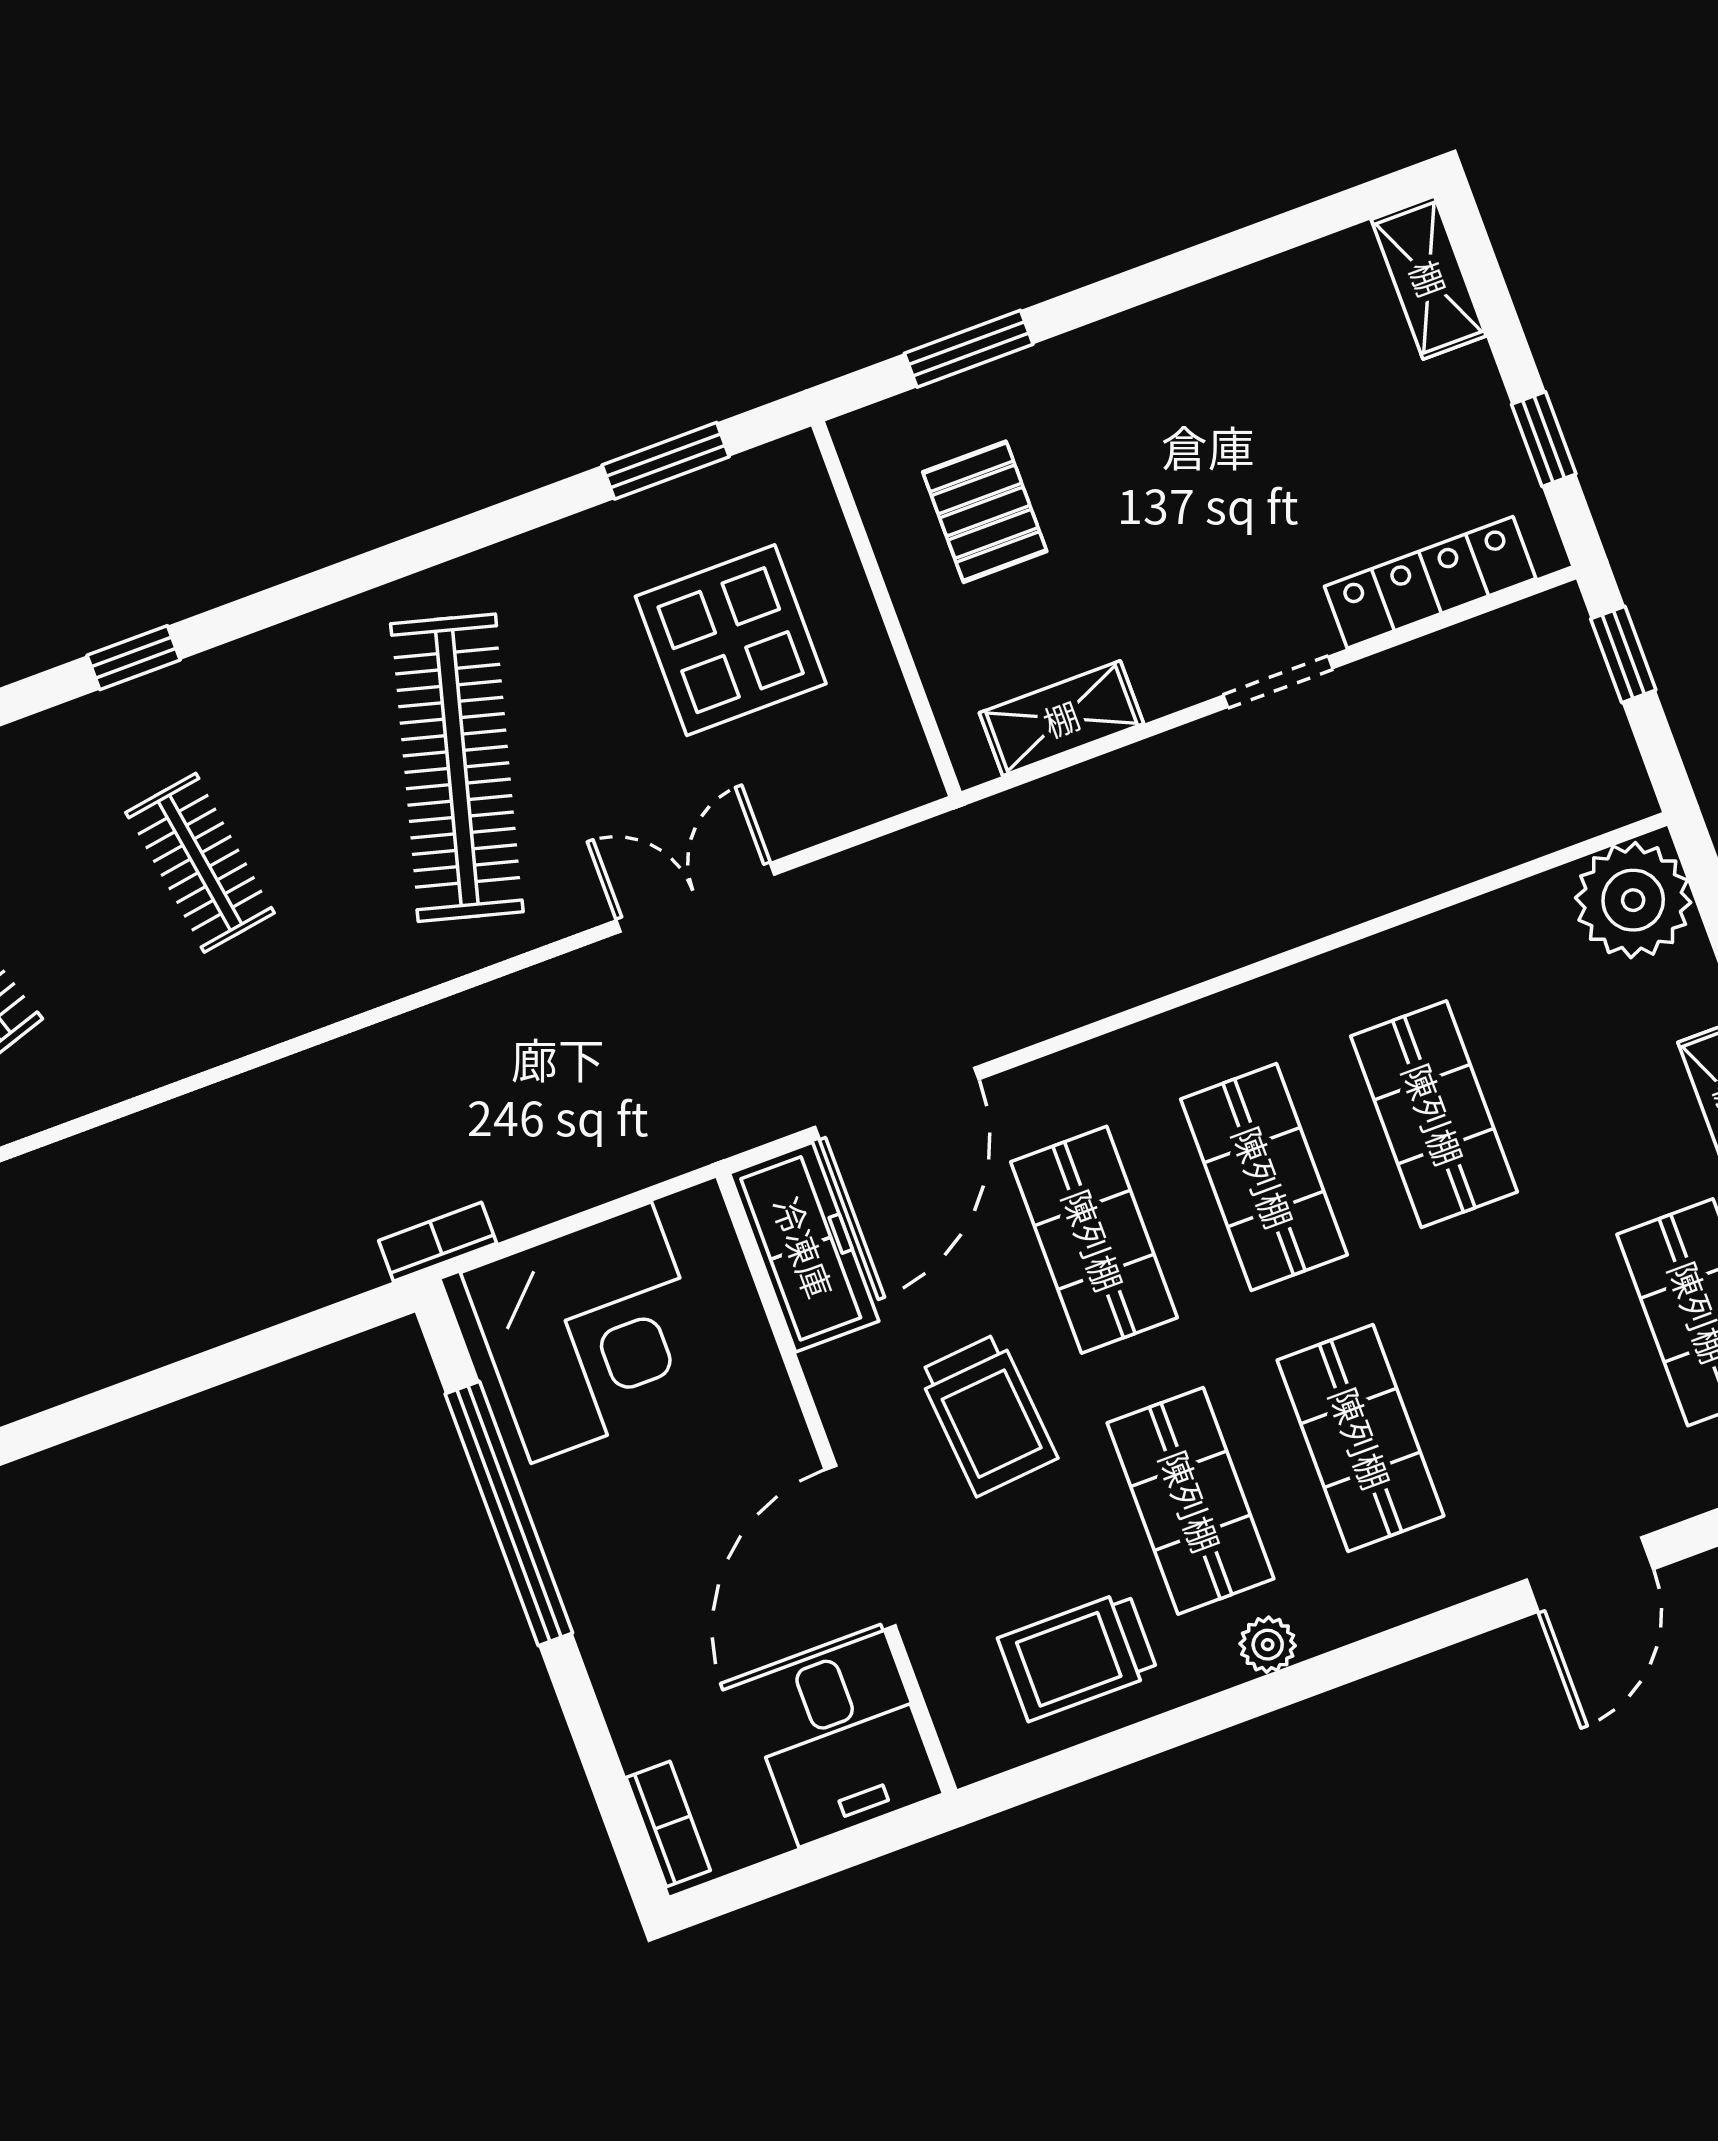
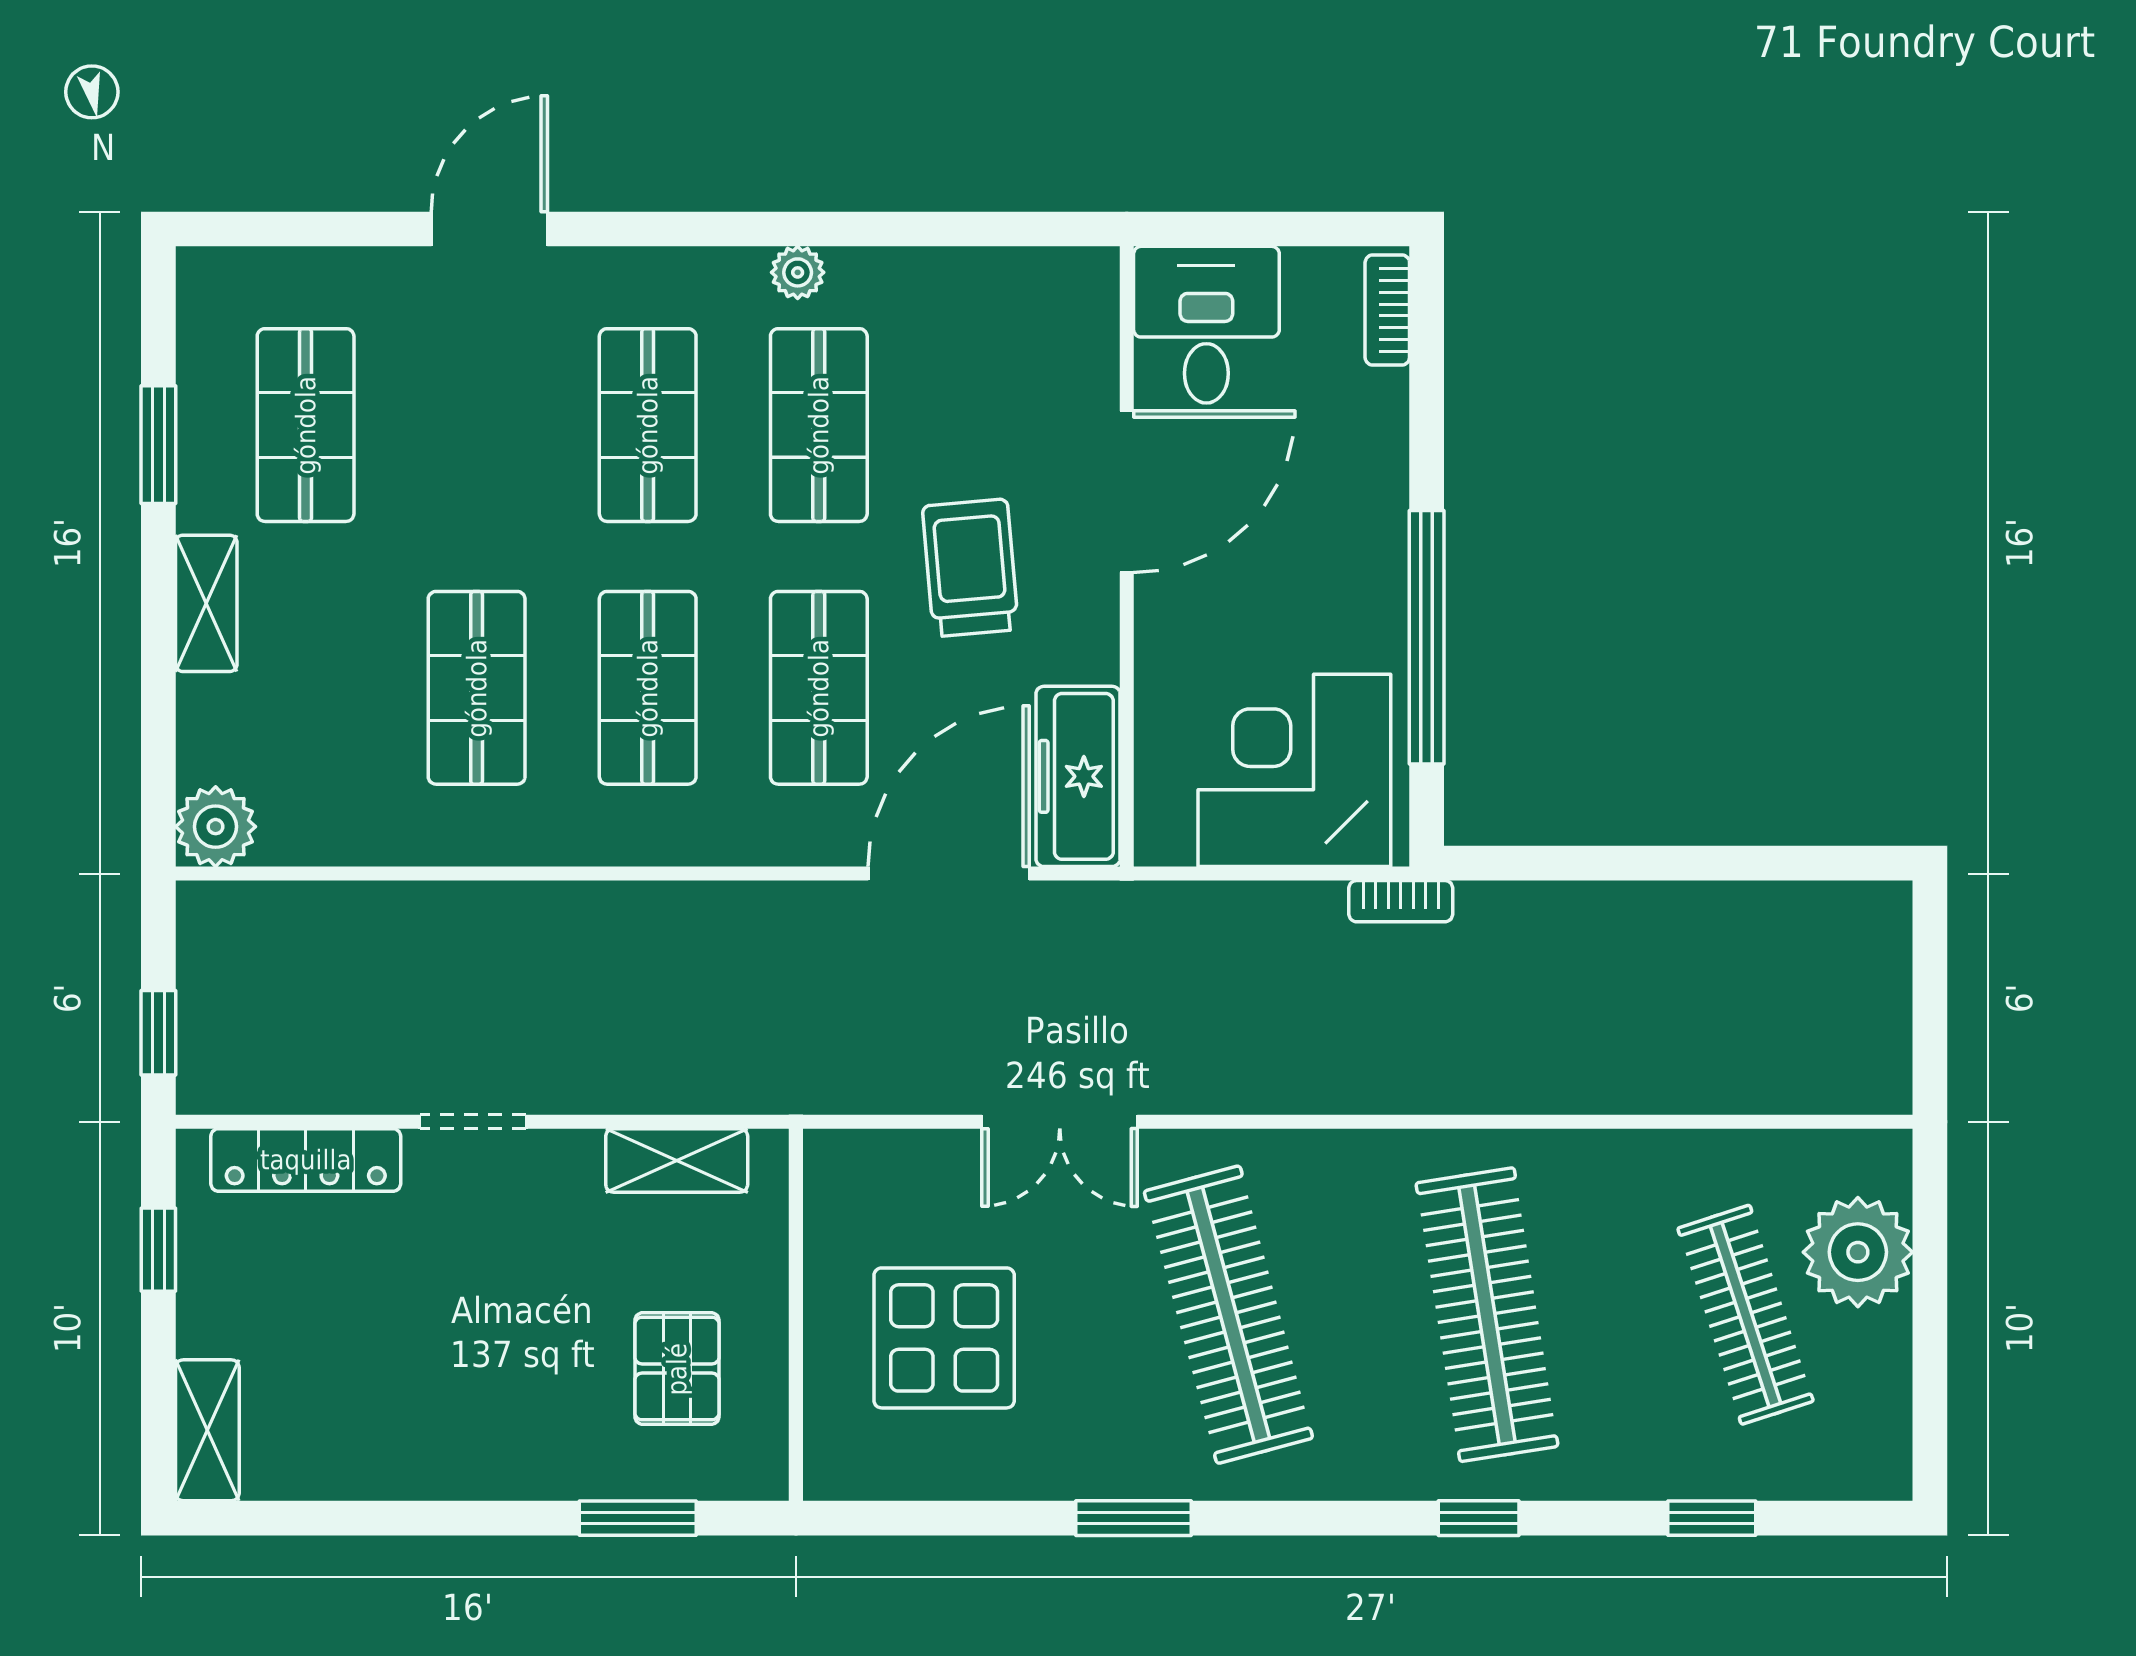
window: (666, 461) -> (1134, 1518), moved
clothes rail: (457, 768) -> (1228, 1315), turned -30
clothes rail: (200, 863) -> (1487, 1315), width x1.86, depth x1.31
plant: (1633, 900) -> (216, 827), width x0.73, depth x0.73
trolley: (1078, 1656) -> (969, 325), removed

